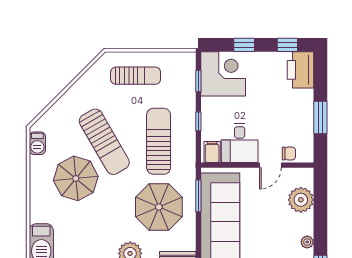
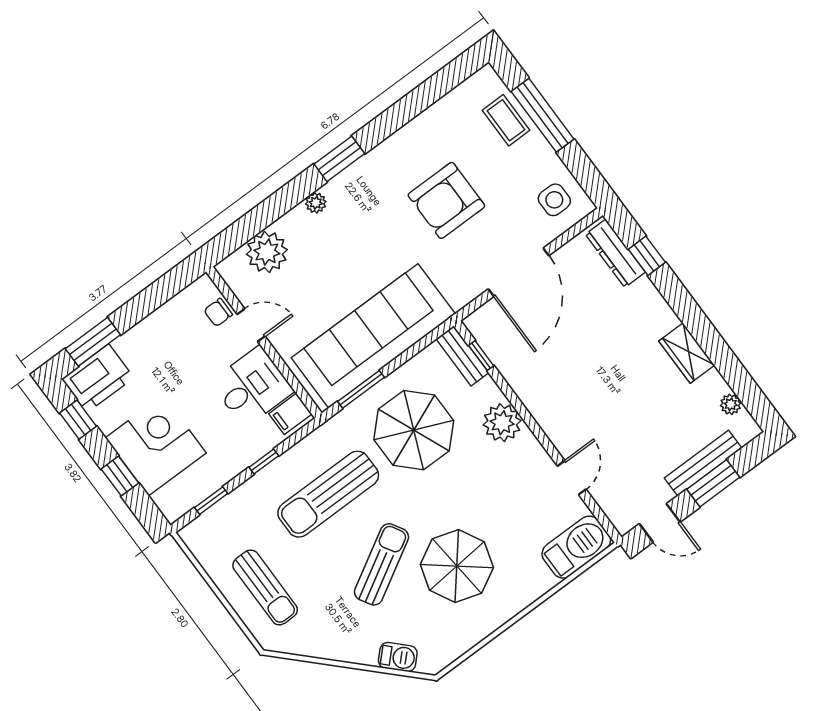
corner desk: (223, 74) -> (156, 445), moved, turned 90
sun lounger: (136, 76) -> (265, 587), turned 180
window: (320, 118) -> (93, 342), moved
sun lounger: (104, 142) -> (381, 564), width x0.73, depth x0.75
barbecue: (37, 143) -> (398, 657), moved, turned 45
chair: (289, 153) -> (218, 312), turned -90

